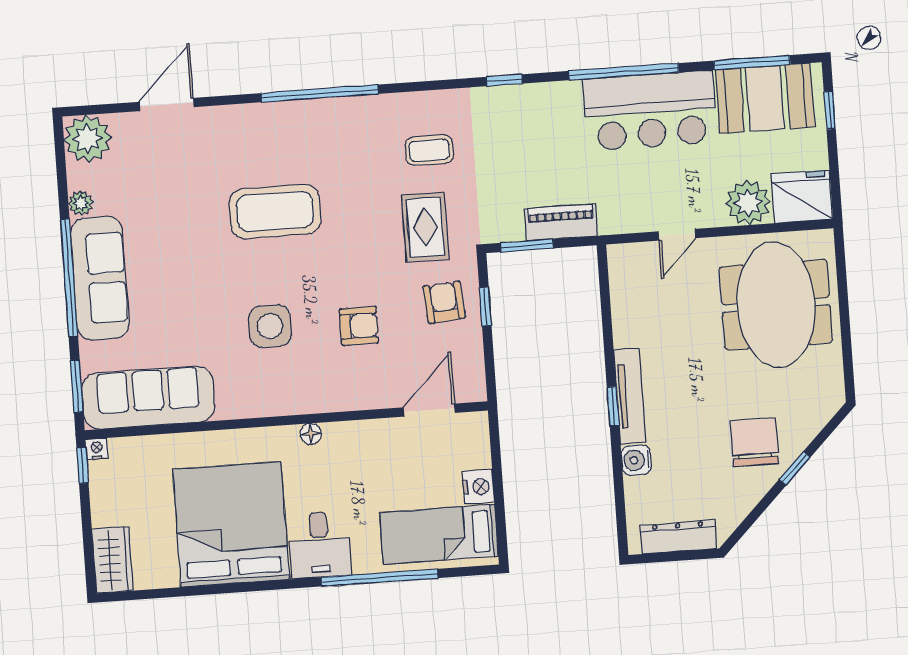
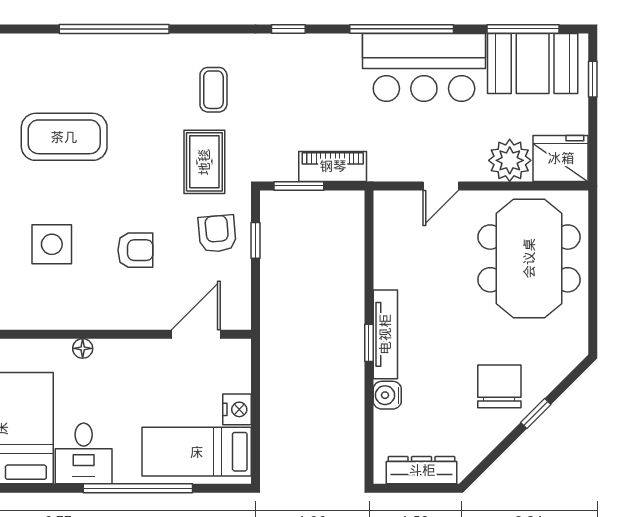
coffee table: (429, 150) -> (213, 90), turned 90

